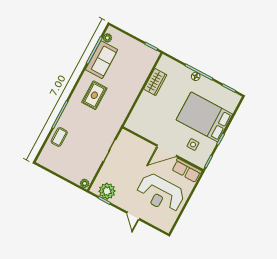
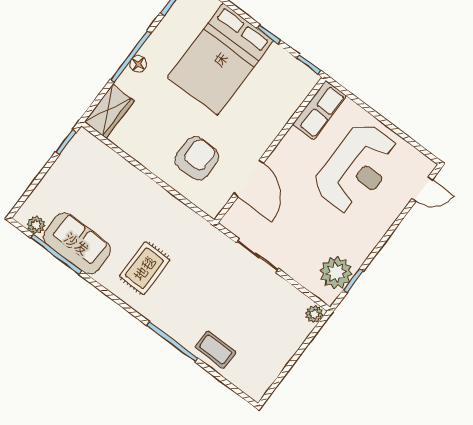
wardrobe: (155, 82) -> (109, 111), moved, turned 90
rug: (94, 95) -> (144, 268), turned 90
armchair: (153, 113) -> (197, 158), added
side table: (193, 145) -> (271, 90), removed
door: (167, 151) -> (249, 178), moved
door: (133, 216) -> (422, 189), moved

